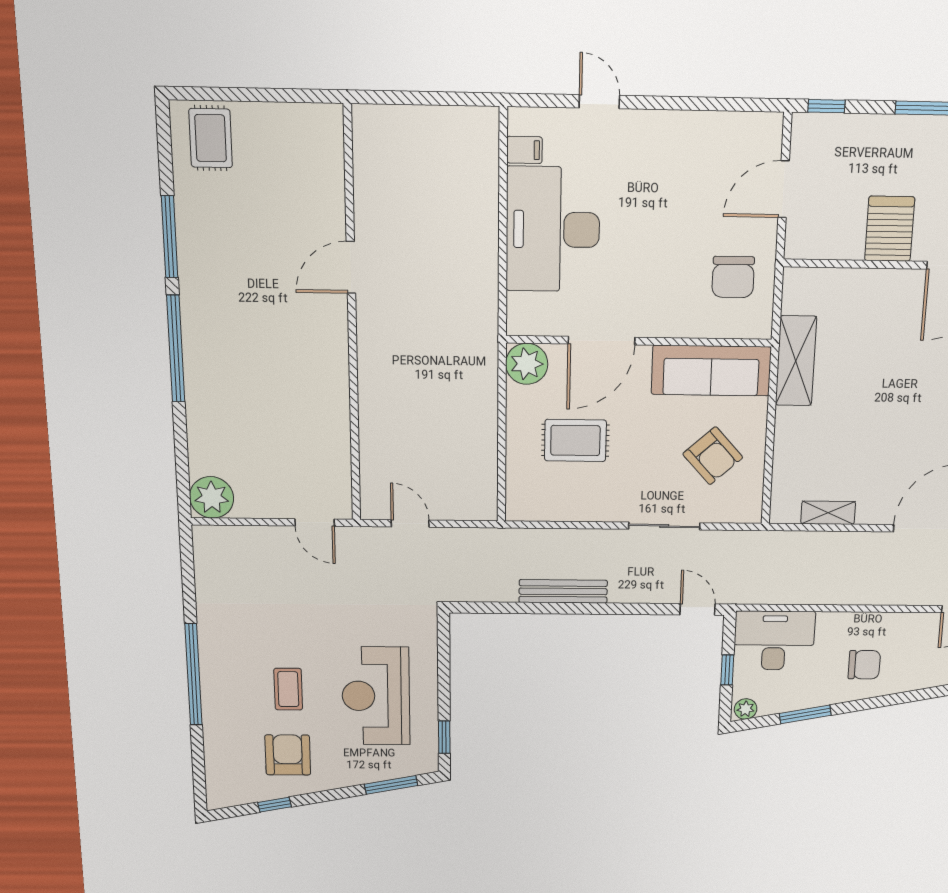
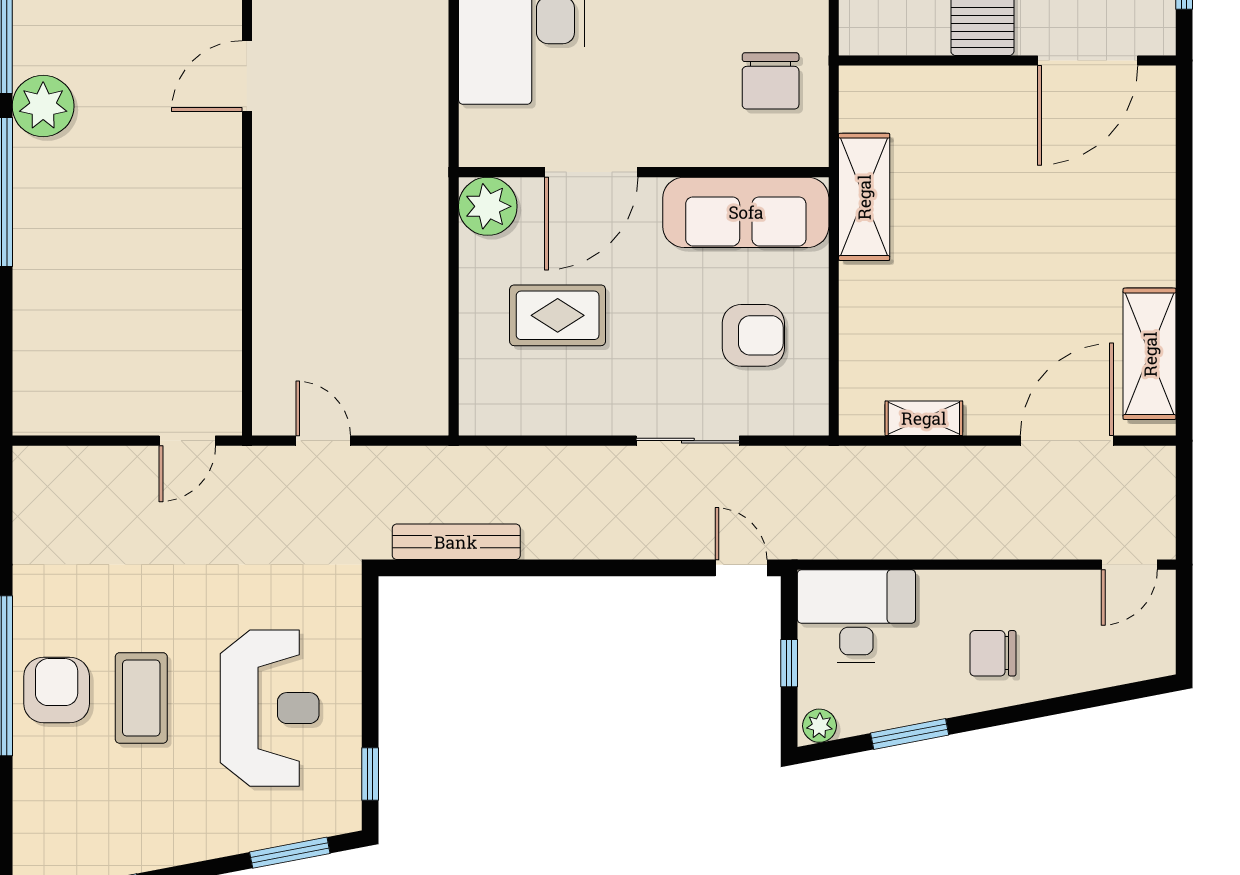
armchair: (713, 456) -> (753, 335), turned -48
plant: (212, 497) -> (43, 106), moved
door: (315, 523) -> (187, 441), hinge flipped
bench: (563, 591) -> (456, 542), moved
chair: (864, 665) -> (993, 653), turned 180
coffee table: (288, 689) -> (141, 698), width x1.36, depth x1.30
reception desk: (376, 696) -> (270, 708), turned 180
armchair: (288, 755) -> (57, 690), moved

